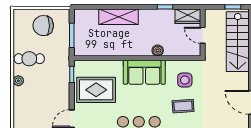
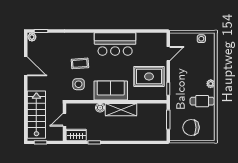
shelving: (119, 17) -> (121, 110), moved
chair: (43, 26) -> (191, 127), turned 180
door: (203, 35) -> (64, 120), swing flipped

